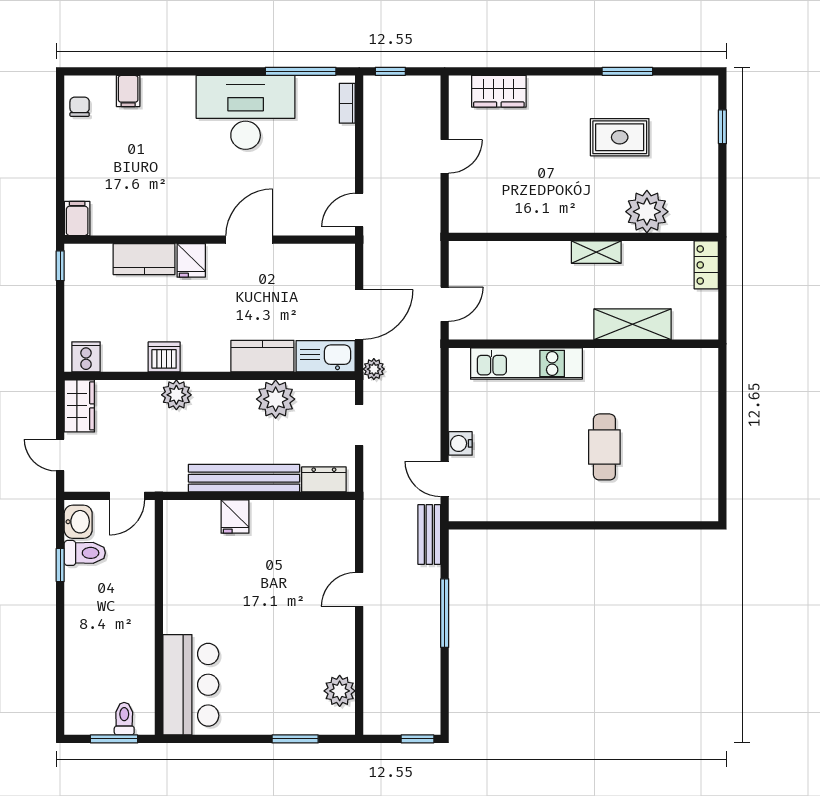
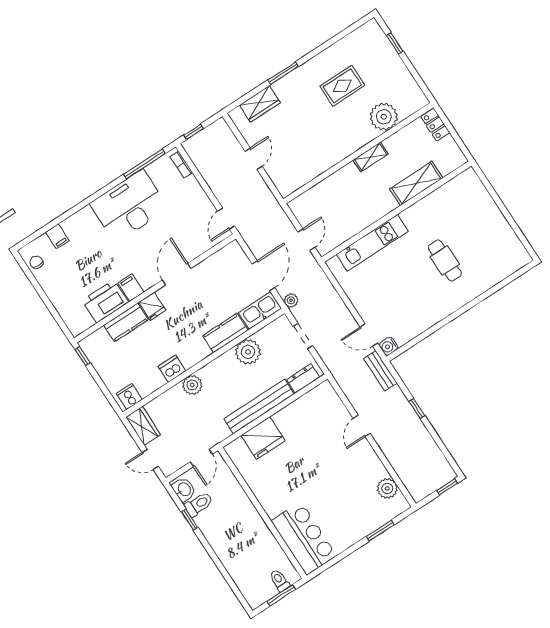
window: (627, 71) -> (283, 73), moved
printer: (135, 215) -> (105, 301), added
filing cabinet: (77, 219) -> (131, 288), moved
water cooler: (460, 443) -> (388, 346), moved
fridge: (235, 517) -> (263, 438), width x1.88, depth x1.34
window: (445, 613) -> (417, 408), width x0.46

